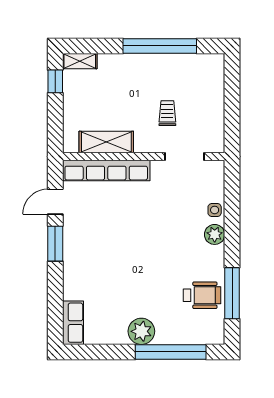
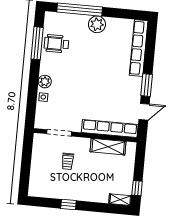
window: (160, 46) -> (68, 204), width x0.32
row of seats: (73, 323) -> (139, 48), width x2.02

